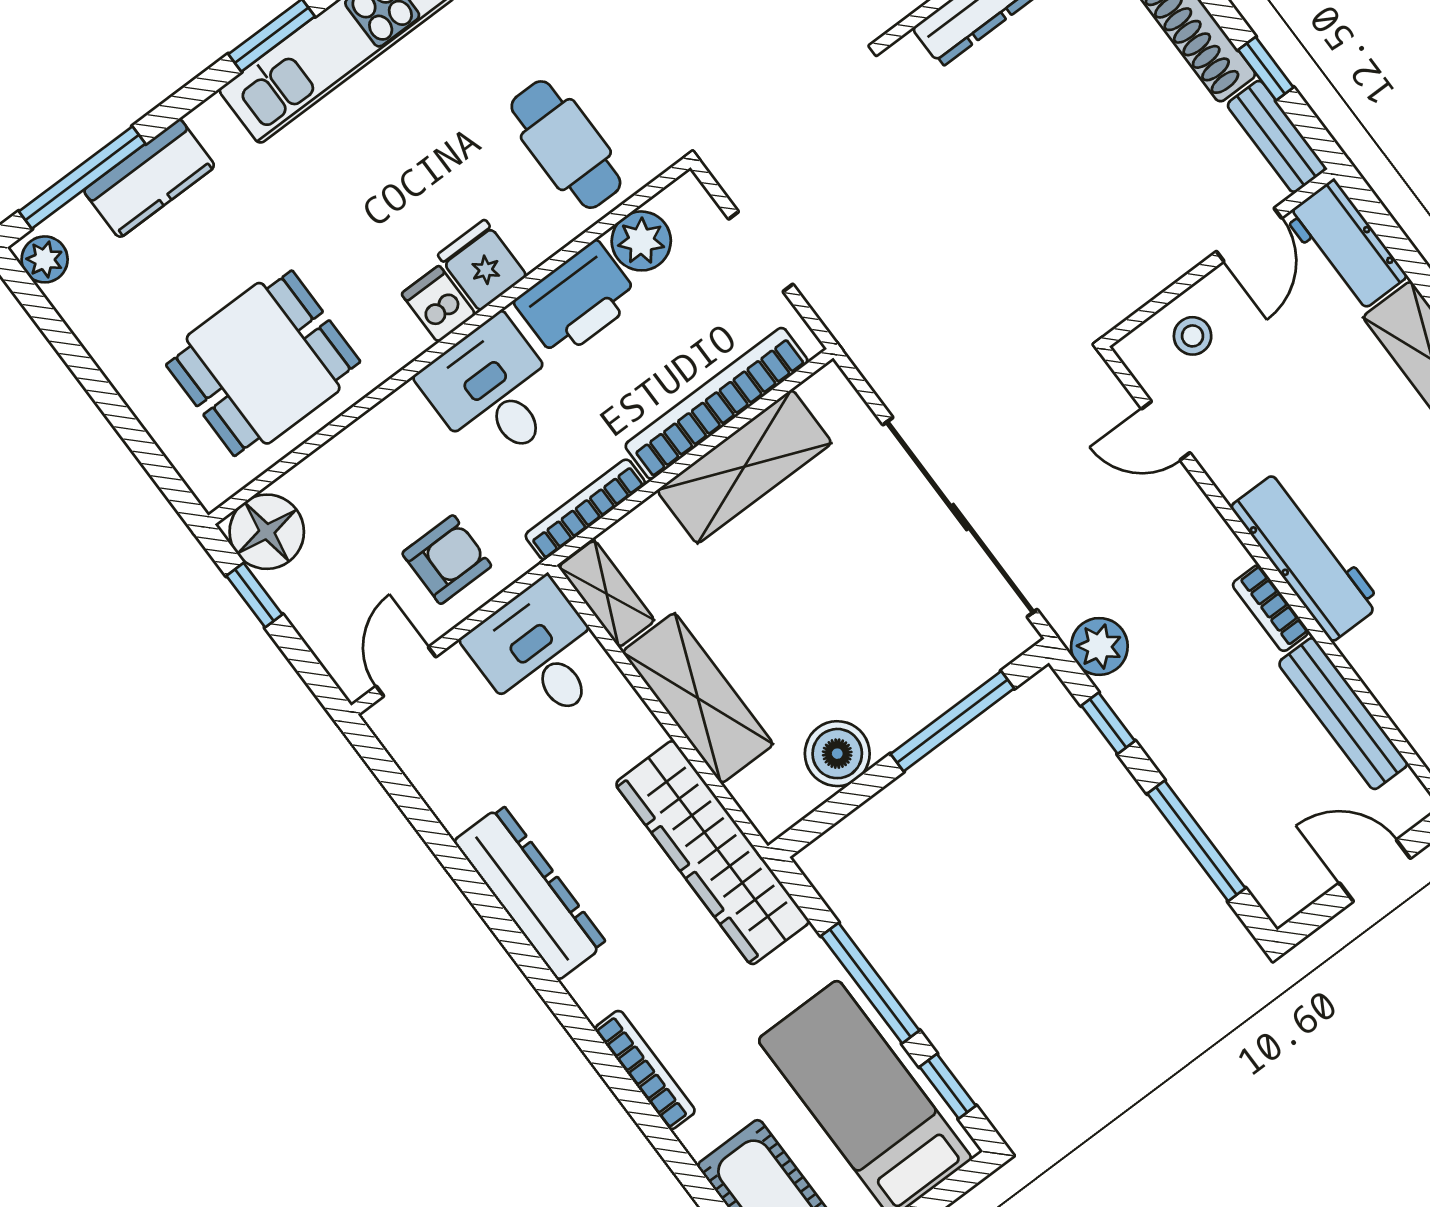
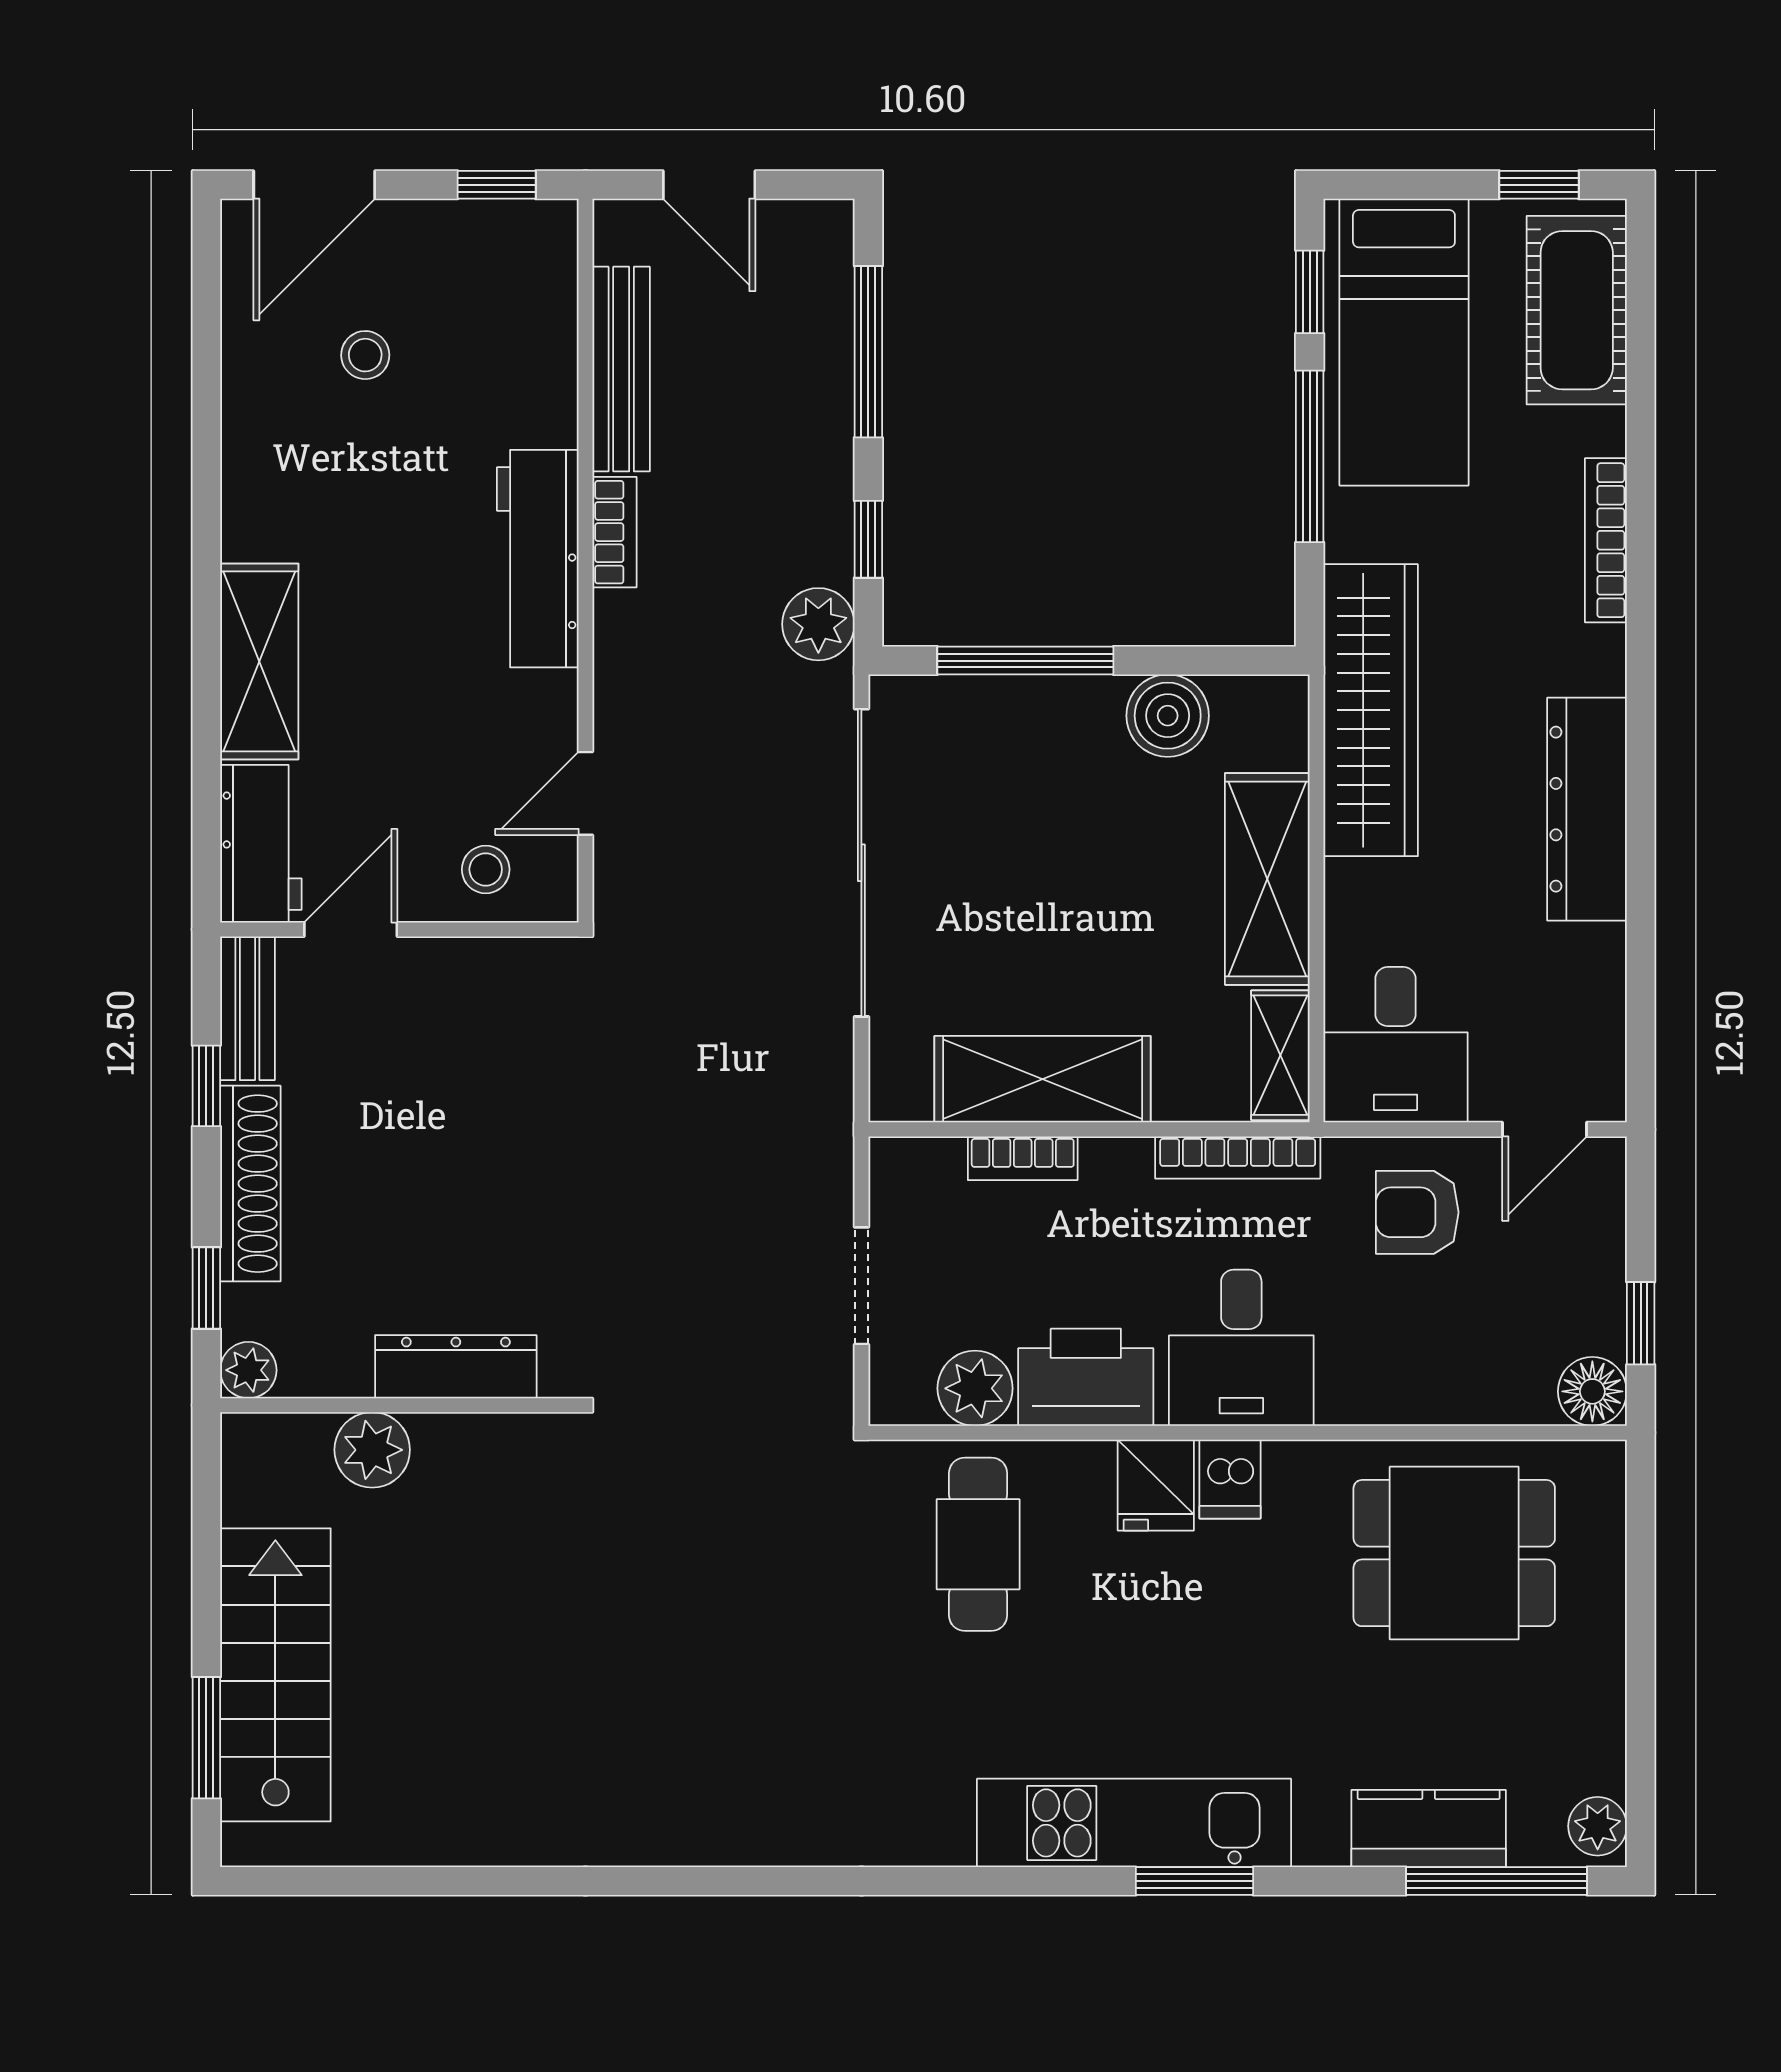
bookcase: (716, 403) -> (1023, 1158), width x0.43, depth x0.76
door: (1166, 431) -> (586, 793), swing flipped
floor lamp: (267, 532) -> (1592, 1391), width x0.73, depth x0.73

